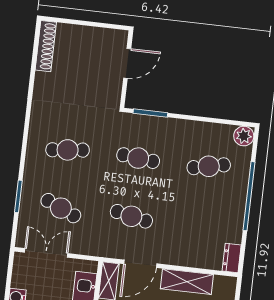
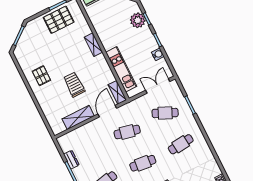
double door: (46, 253) -> (158, 86), swing flipped
dresser: (232, 258) -> (71, 160), moved

